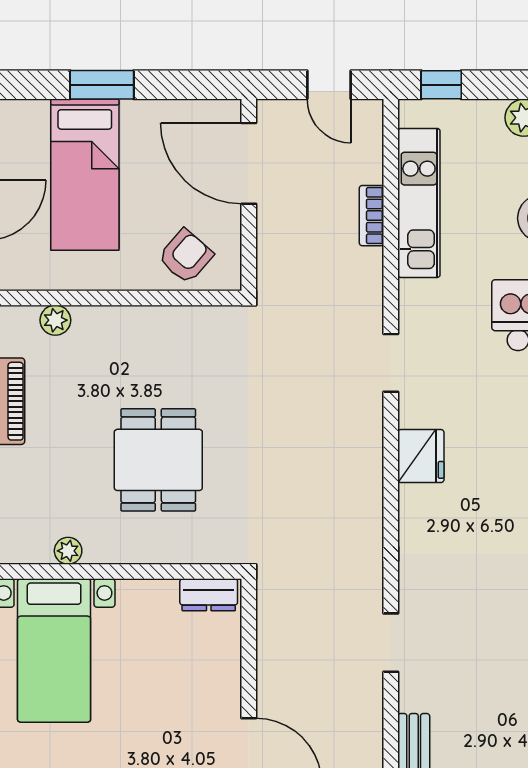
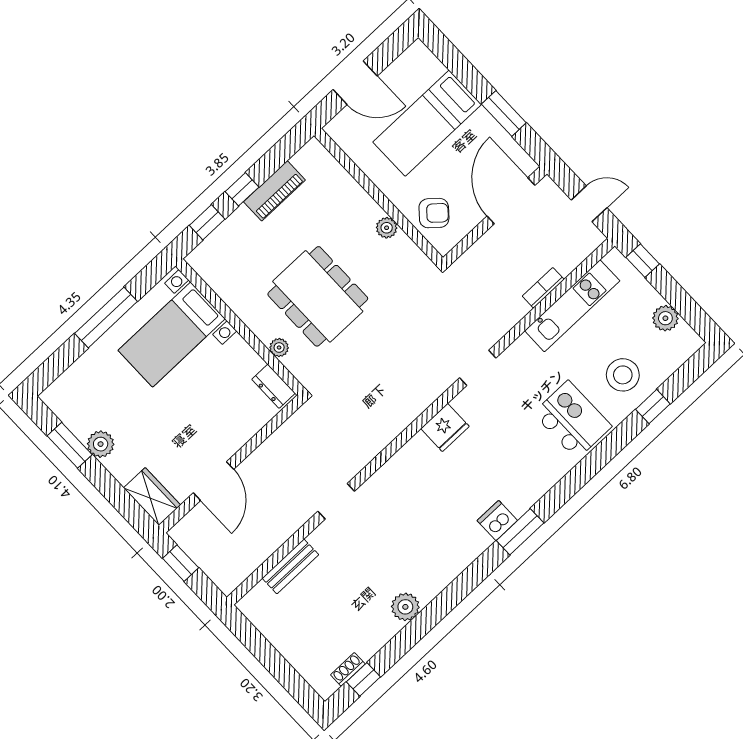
window: (102, 85) -> (504, 113), moved
door: (329, 85) -> (589, 204), swing flipped
plant: (55, 320) -> (387, 228), moved
dining table: (158, 460) -> (318, 296), width x1.38
plant: (68, 551) -> (279, 348), moved

